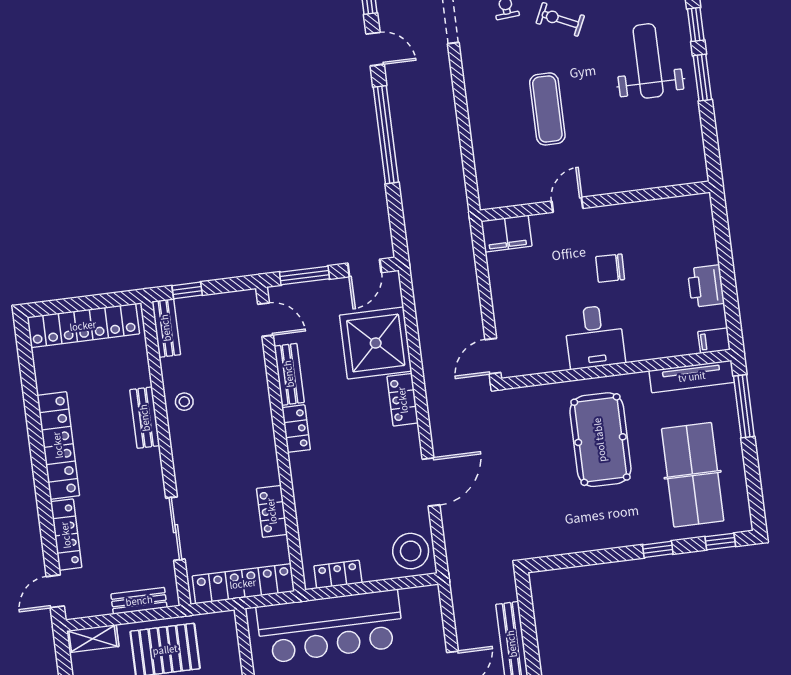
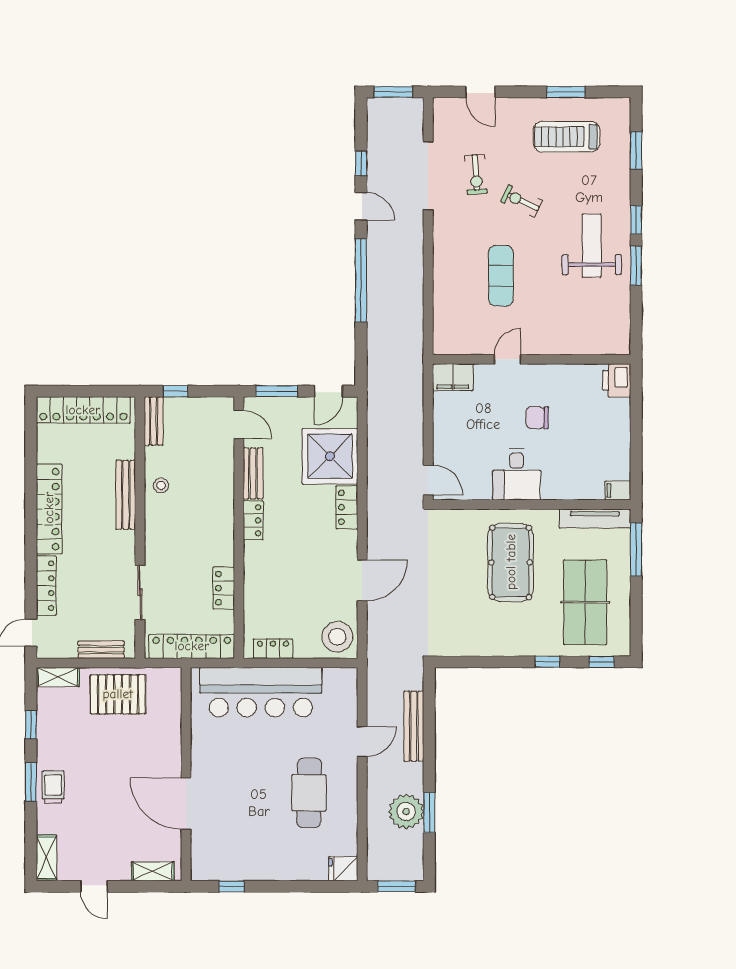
printer: (706, 286) -> (617, 380), moved
door: (493, 356) -> (428, 480), swing flipped
bench: (145, 418) -> (126, 495), width x1.36

